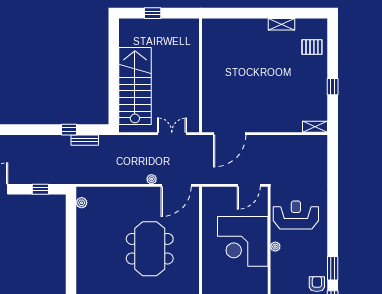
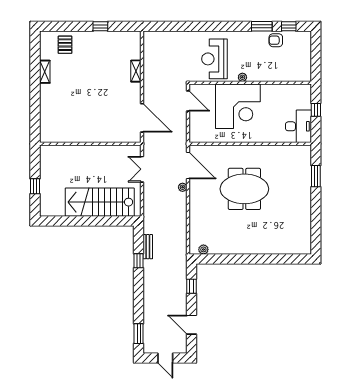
shelving: (315, 127) -> (136, 71), moved

